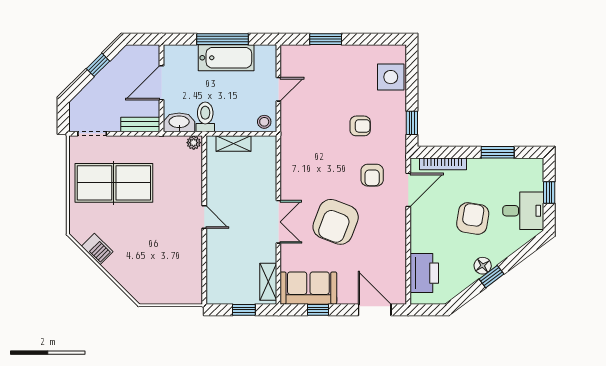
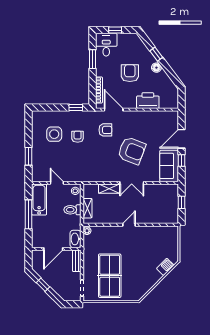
bathtub: (226, 58) -> (39, 200), moved
side table: (391, 77) -> (54, 134), moved
door: (162, 83) -> (53, 249), hinge flipped
toilet: (205, 117) -> (72, 210), moved
desk: (523, 211) -> (106, 45), moved
armchair: (473, 218) -> (130, 73), turned 81
double door: (278, 222) -> (132, 183), swing flipped
barbecue: (97, 249) -> (165, 267), moved
printer: (424, 273) -> (148, 101), moved
window: (491, 277) -> (156, 54), moved
shelving: (268, 282) -> (109, 189), moved
door: (375, 310) -> (181, 139), moved

